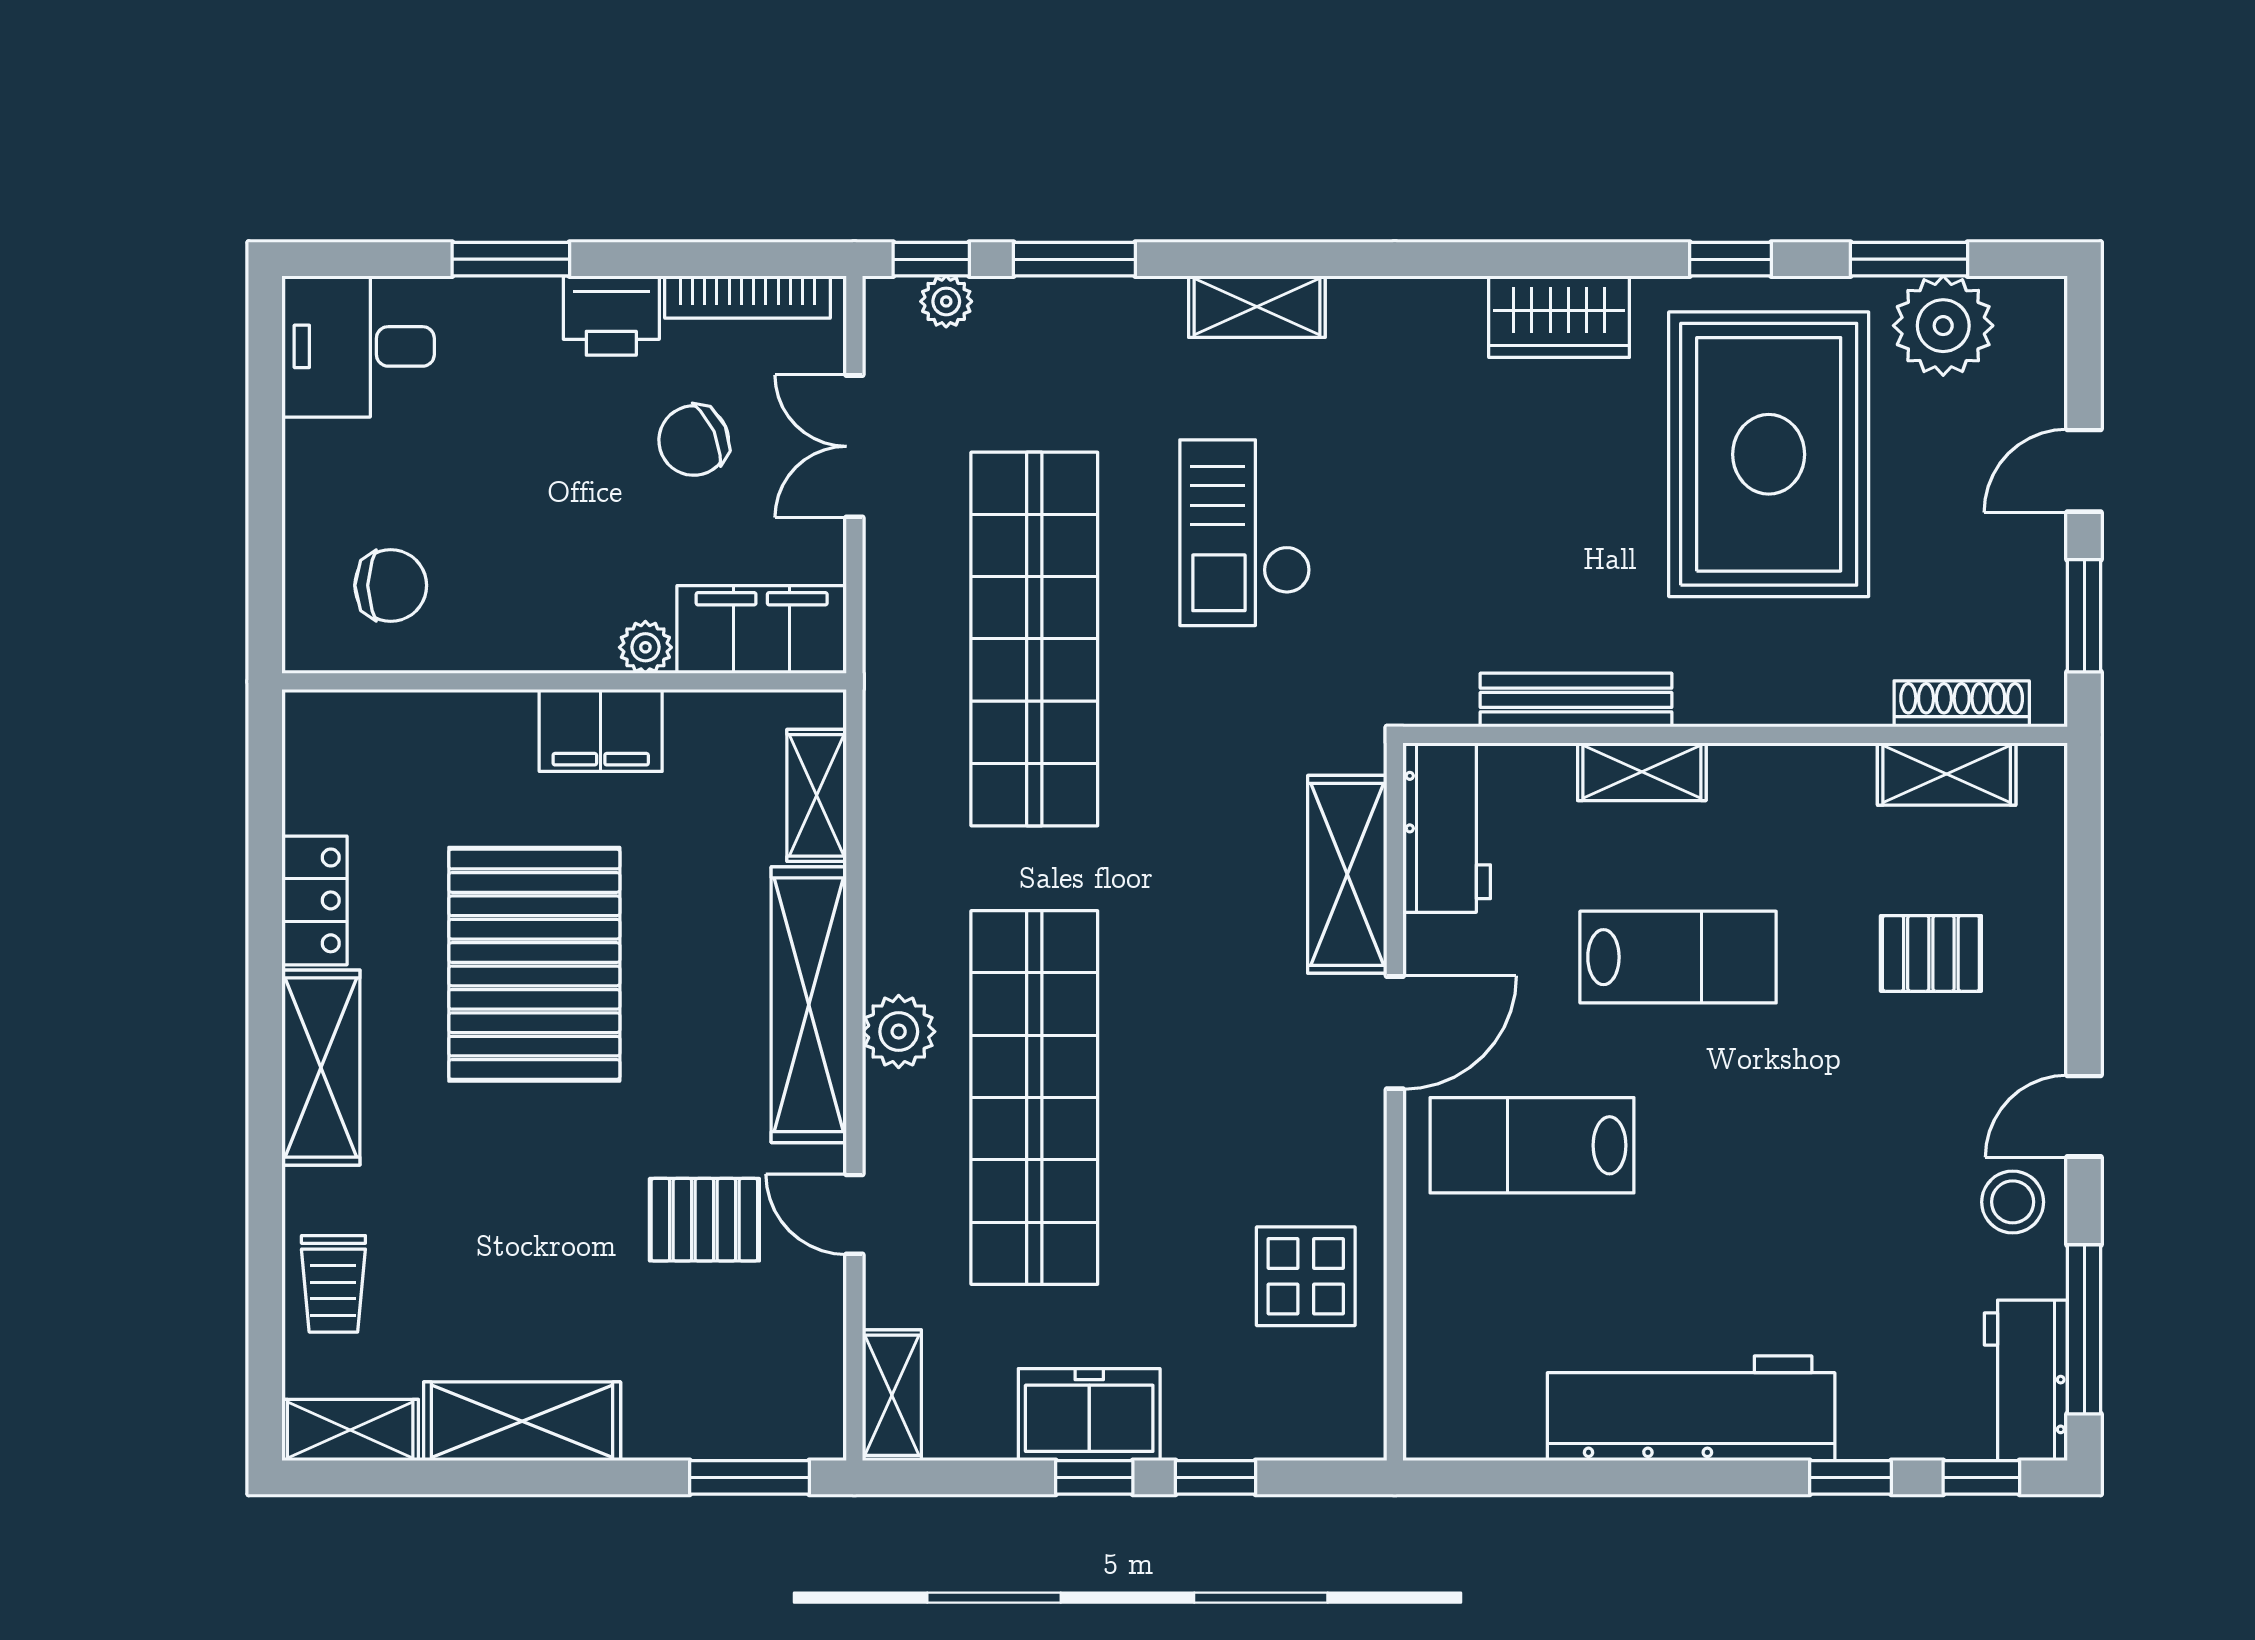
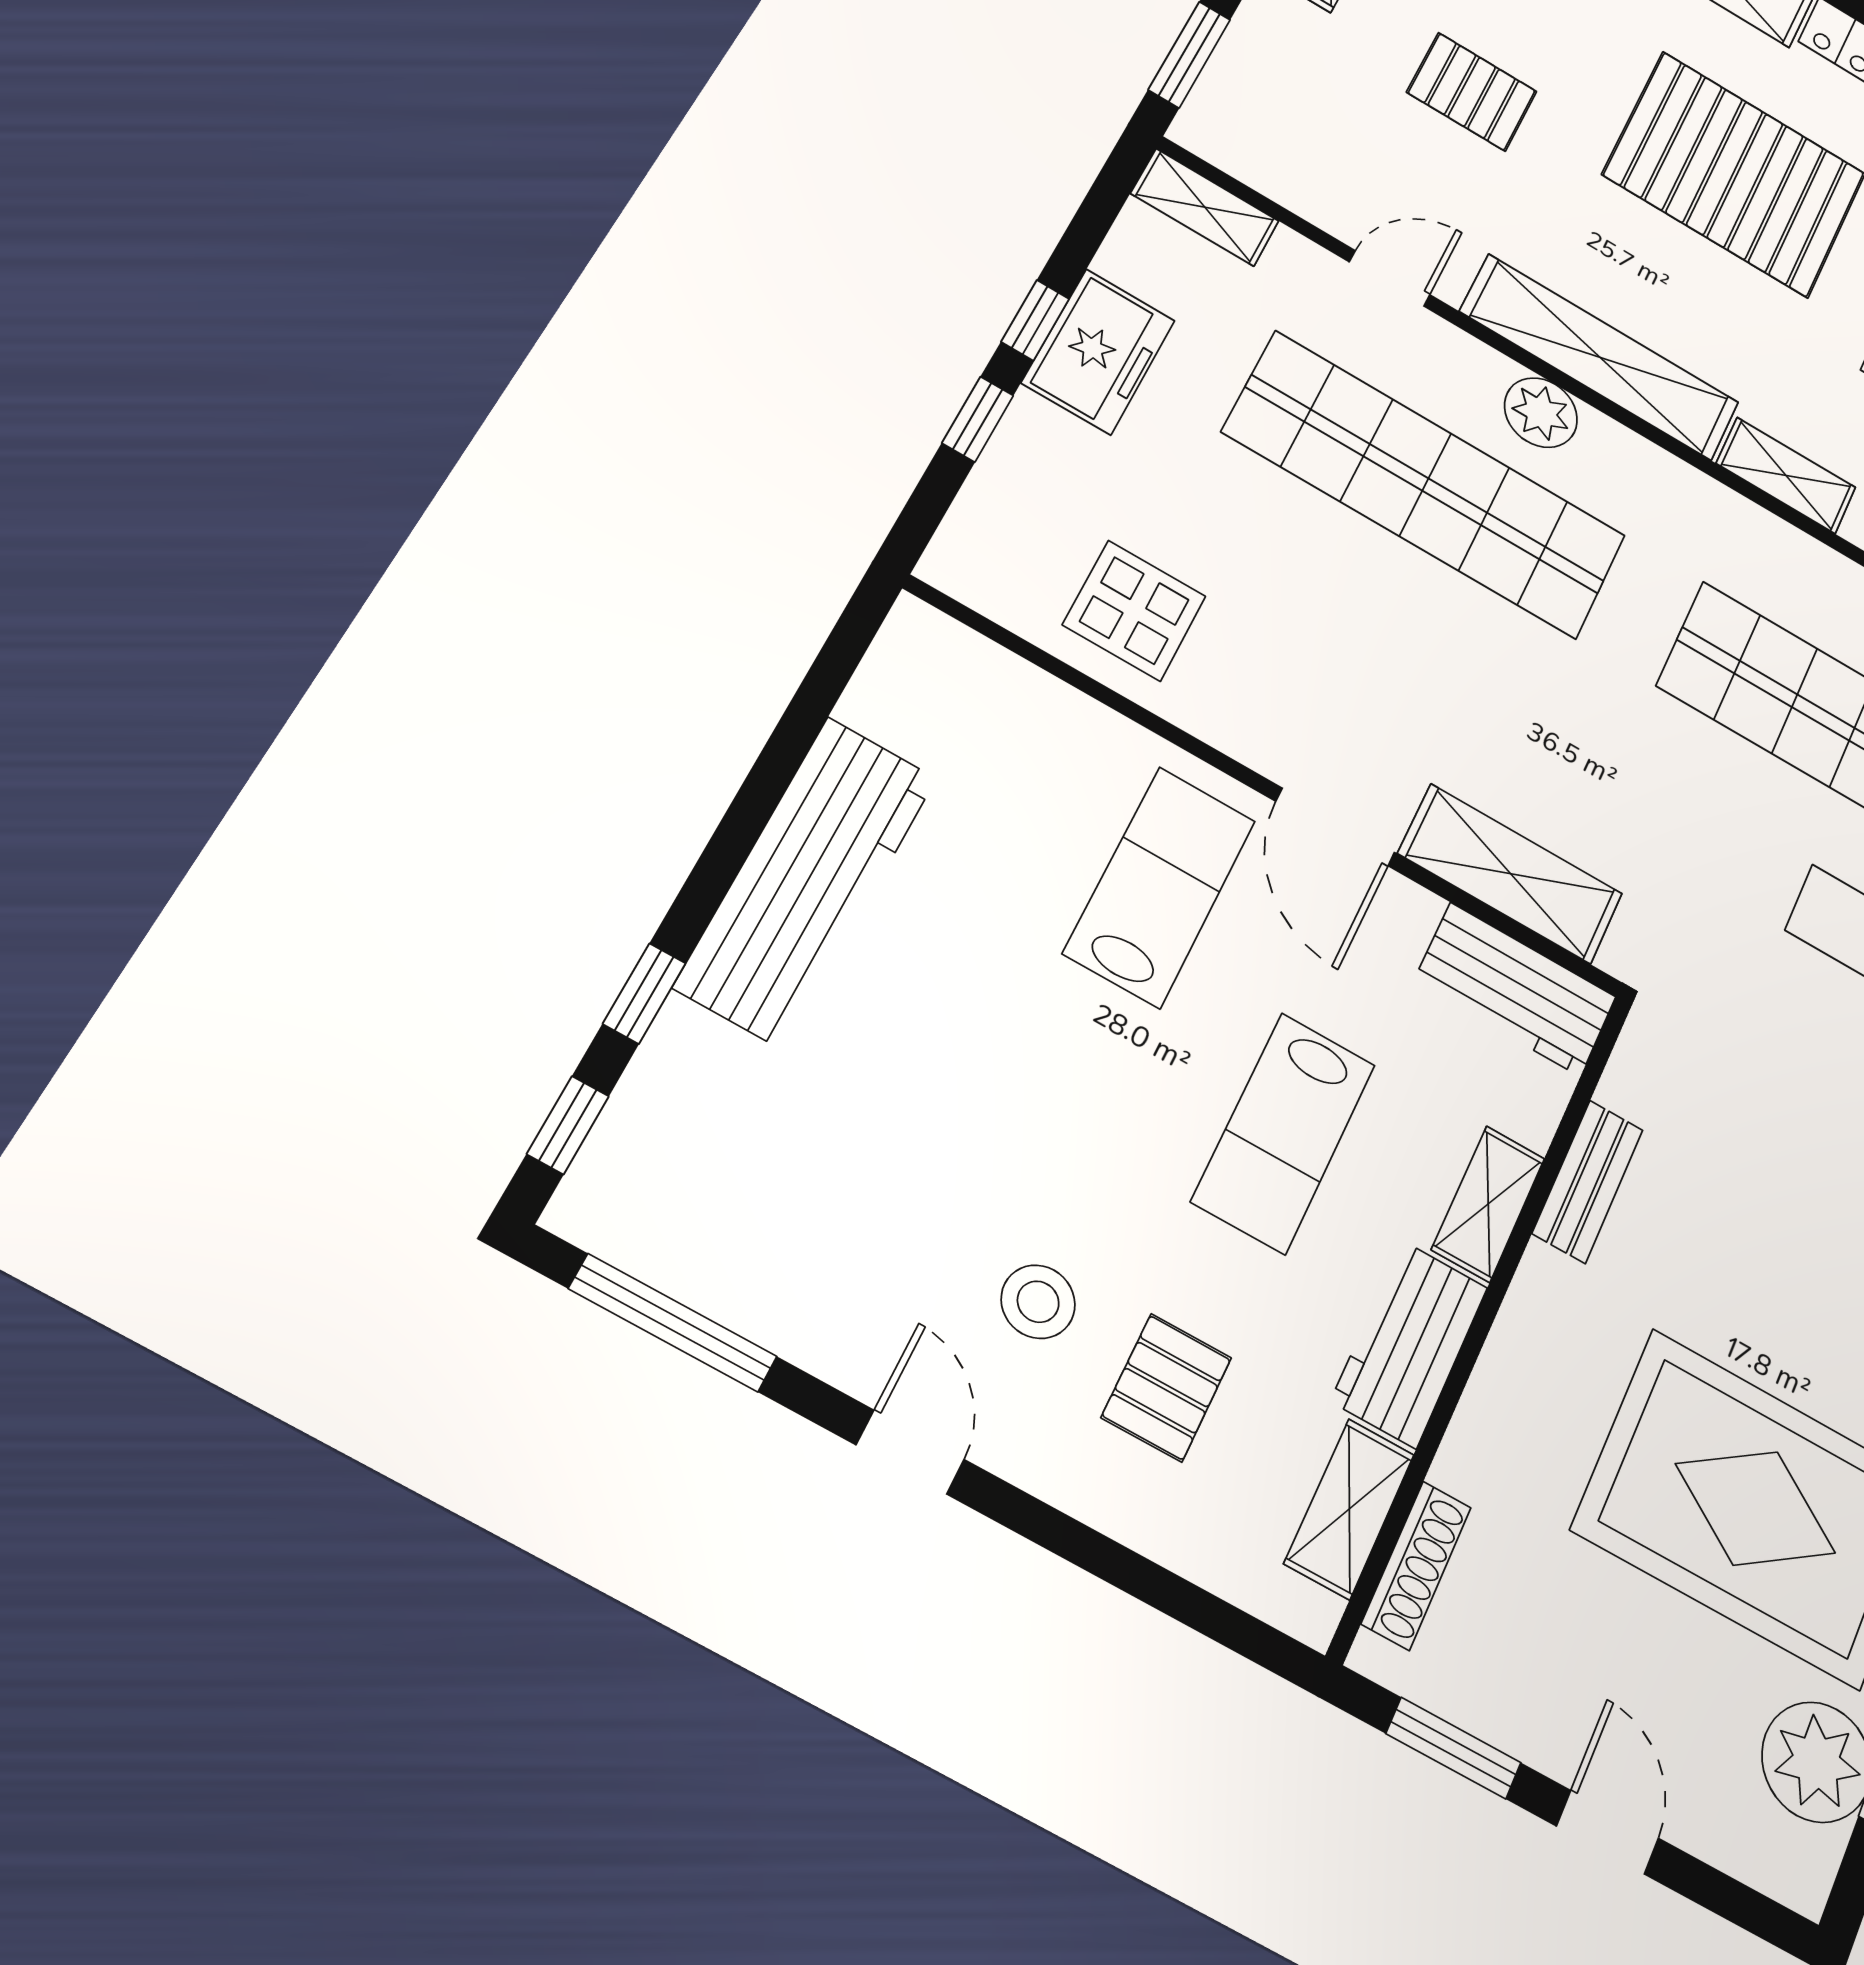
bench: (1576, 700) -> (1588, 1181), width x0.73
stool: (2013, 1202) -> (1038, 1302), moved
pallet: (704, 1220) -> (1472, 92), moved, turned 90
workbench: (2026, 1380) -> (1409, 1344), moved, turned -90

